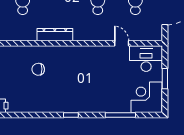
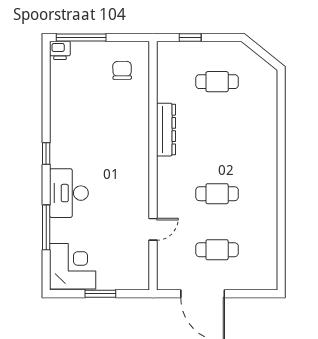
desk: (146, 59) -> (69, 193), moved, turned 180
chair: (38, 69) -> (122, 70), moved

